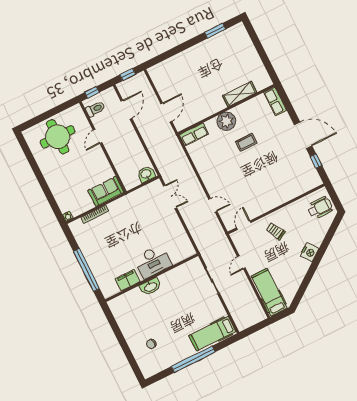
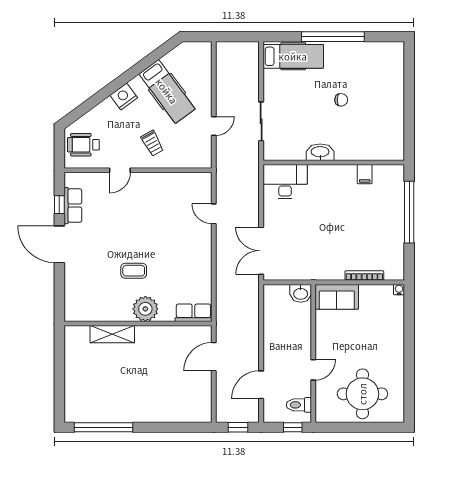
window: (215, 31) -> (103, 427), width x2.11
row of seats: (275, 101) -> (73, 206), moved
washbasin: (146, 174) -> (301, 293), moved
double door: (170, 197) -> (261, 251), width x1.37
door: (244, 225) -> (120, 170), moved
desk: (153, 262) -> (285, 182), moved
filing cabinet: (128, 280) -> (365, 174), width x0.50
washbasin: (151, 287) -> (320, 152), moved
hospital bed: (269, 292) -> (167, 91), moved, turned -36
chair: (151, 344) -> (341, 100), moved

